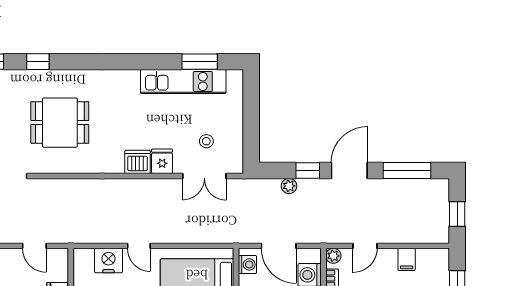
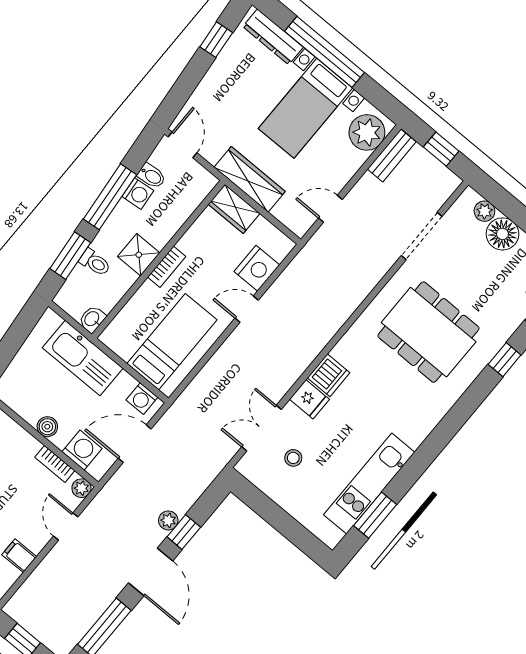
dining table: (60, 123) -> (429, 332), width x1.37
plant: (289, 186) -> (168, 520), moved

